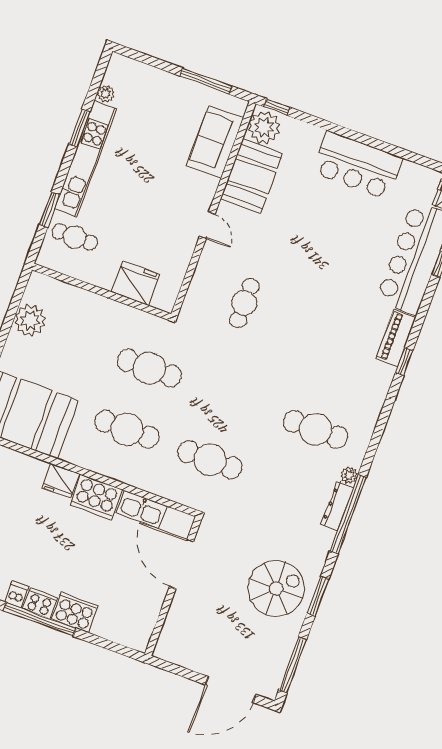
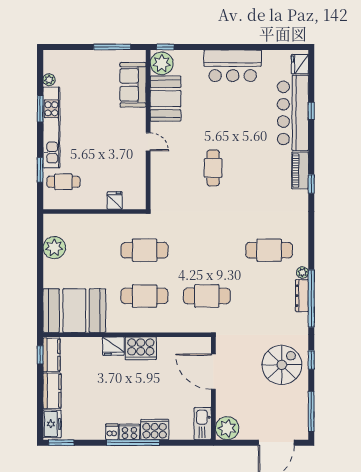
fridge: (135, 283) -> (115, 200), width x0.53, depth x0.75
cafe table: (244, 303) -> (213, 168), moved
kitchen sink: (141, 509) -> (203, 424), moved, turned 90
window: (318, 596) -> (311, 360), width x0.67
plant: (172, 646) -> (227, 428), added

